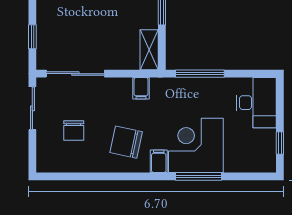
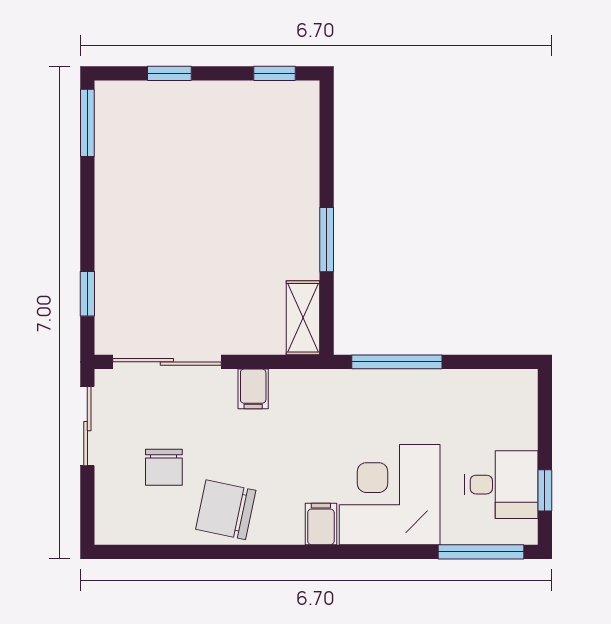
filing cabinet: (141, 88) -> (253, 389), moved
desk: (256, 103) -> (501, 485), moved, width x0.73
chair: (126, 142) -> (226, 510), moved
window: (198, 176) -> (481, 552), moved

